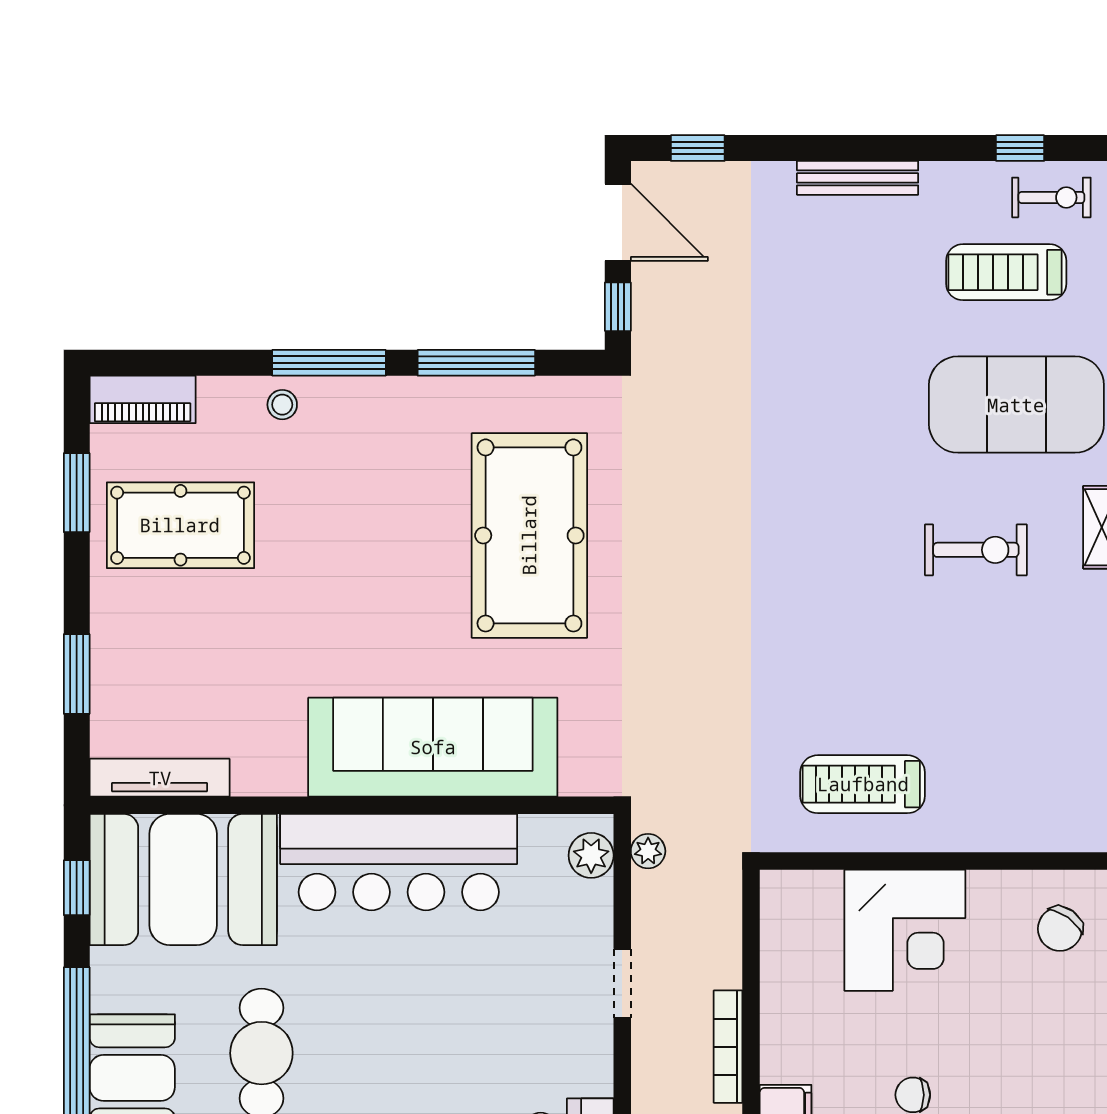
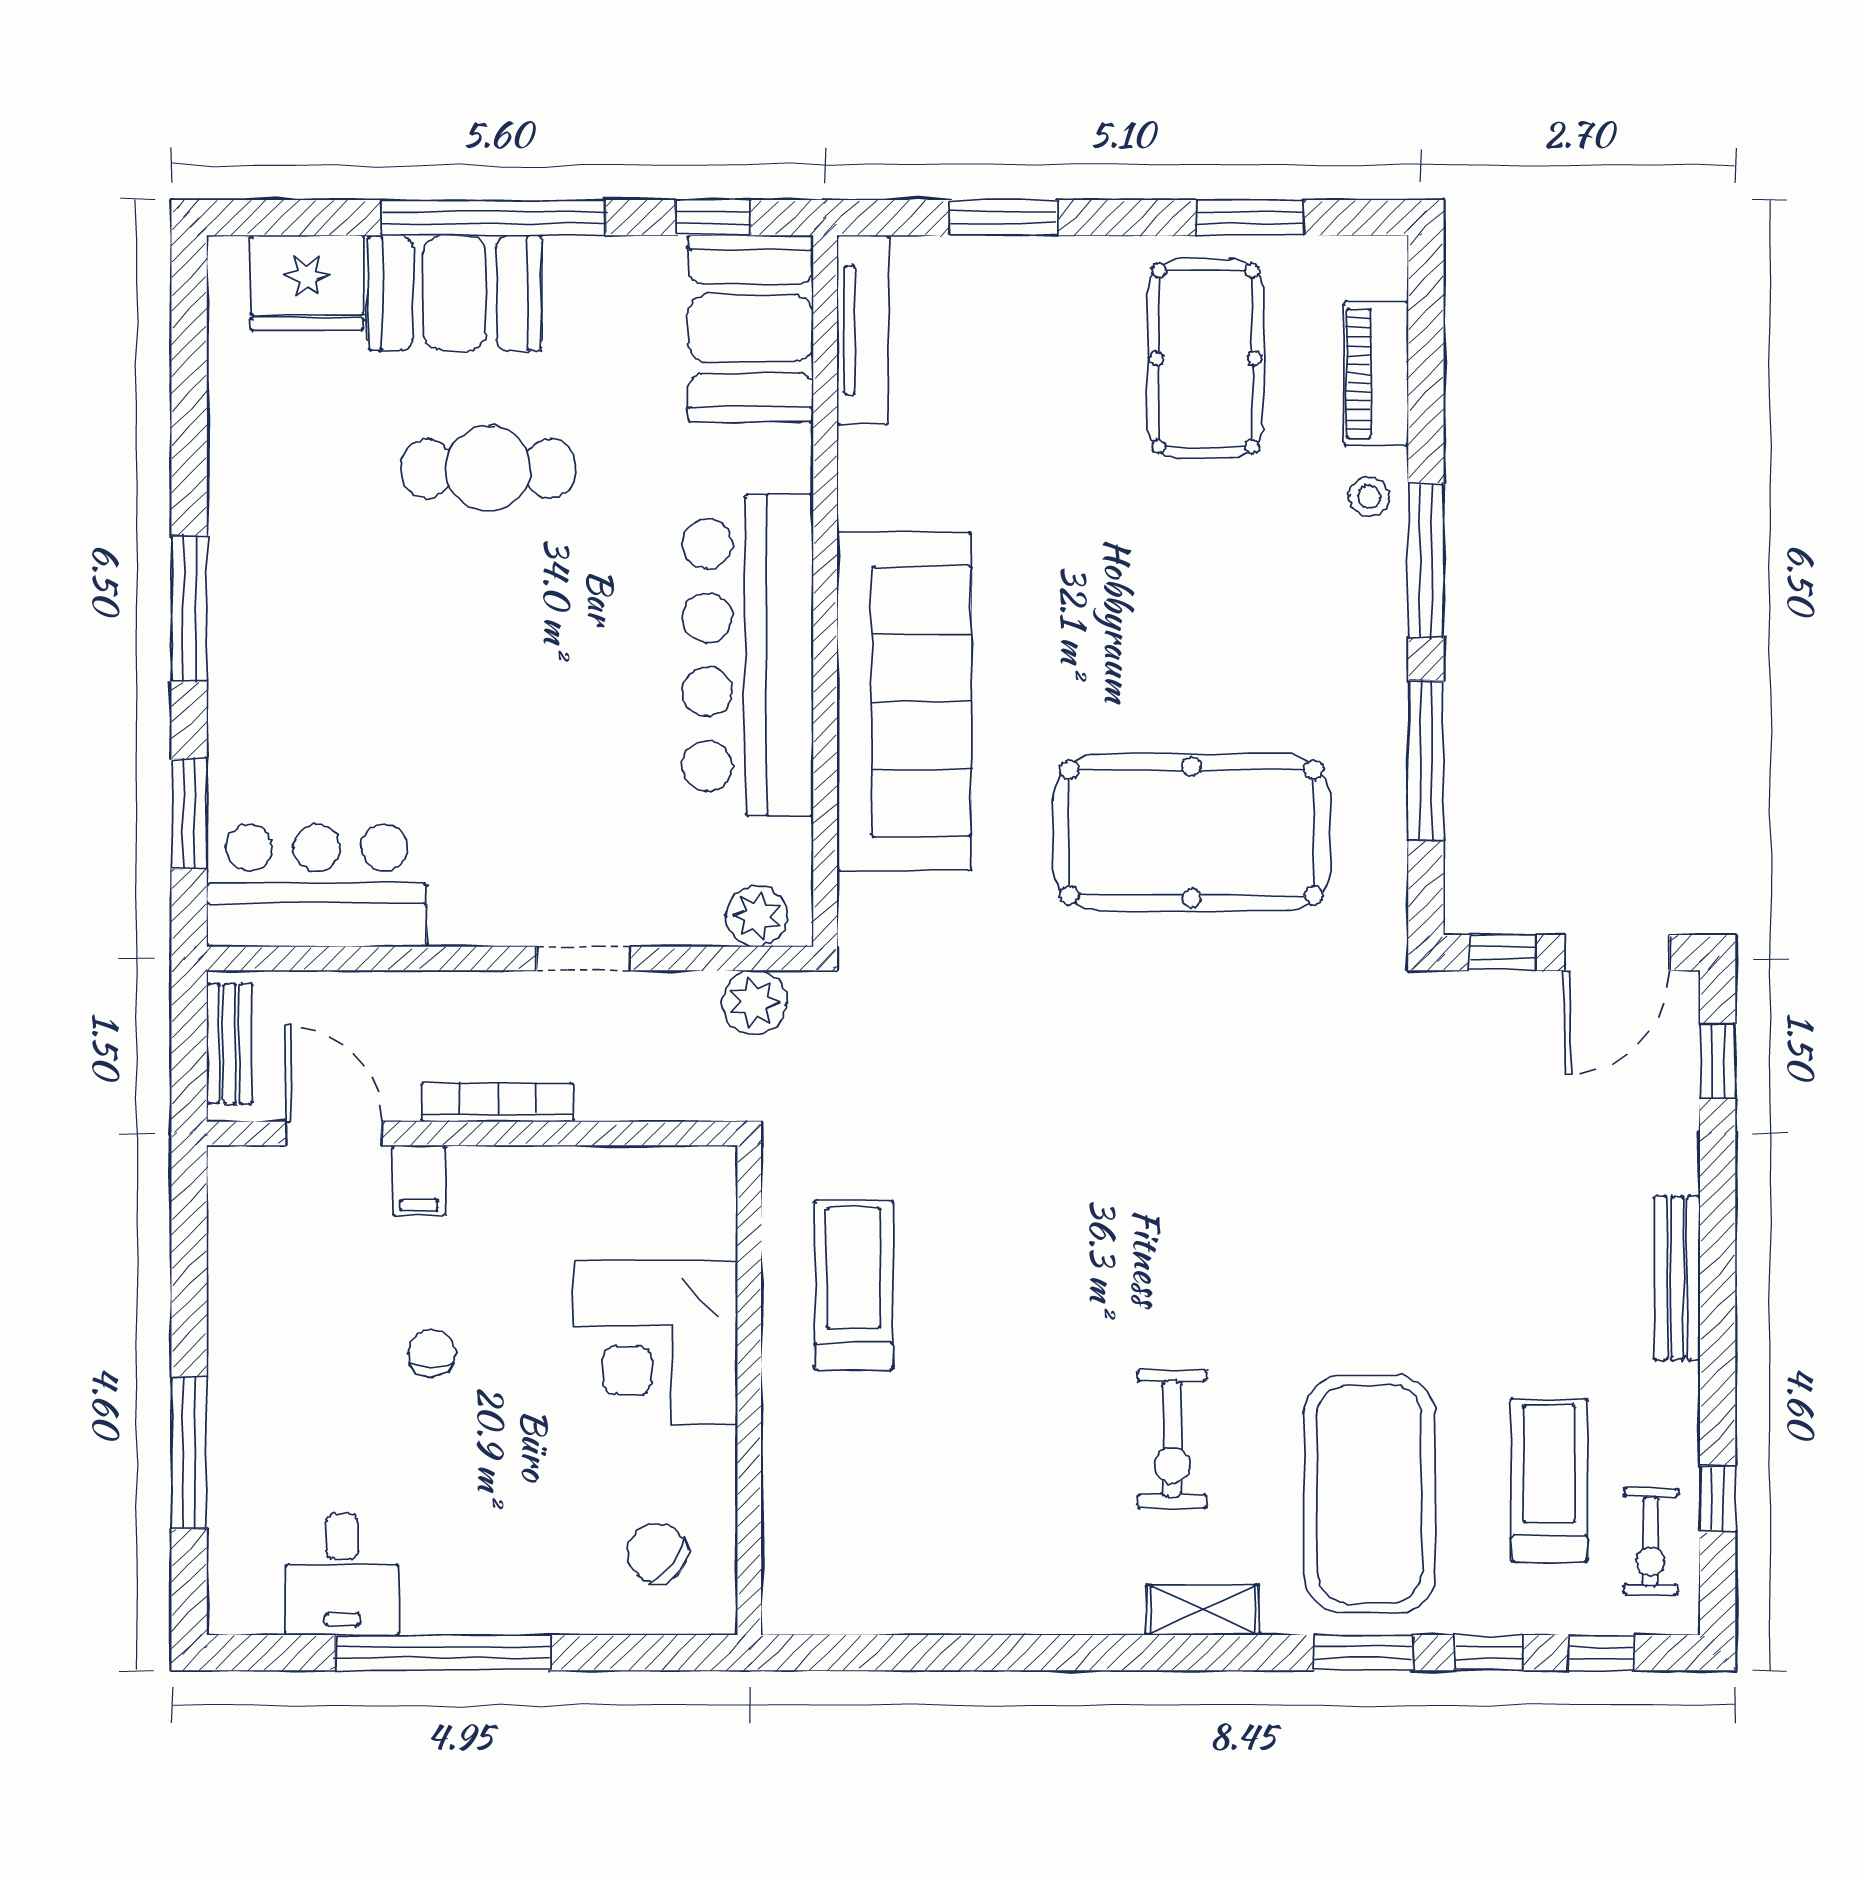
piano: (143, 399) -> (1376, 374), moved
plant: (648, 851) -> (754, 1002), width x1.38, depth x1.38
booth: (183, 880) -> (751, 328), width x0.73, depth x0.70

